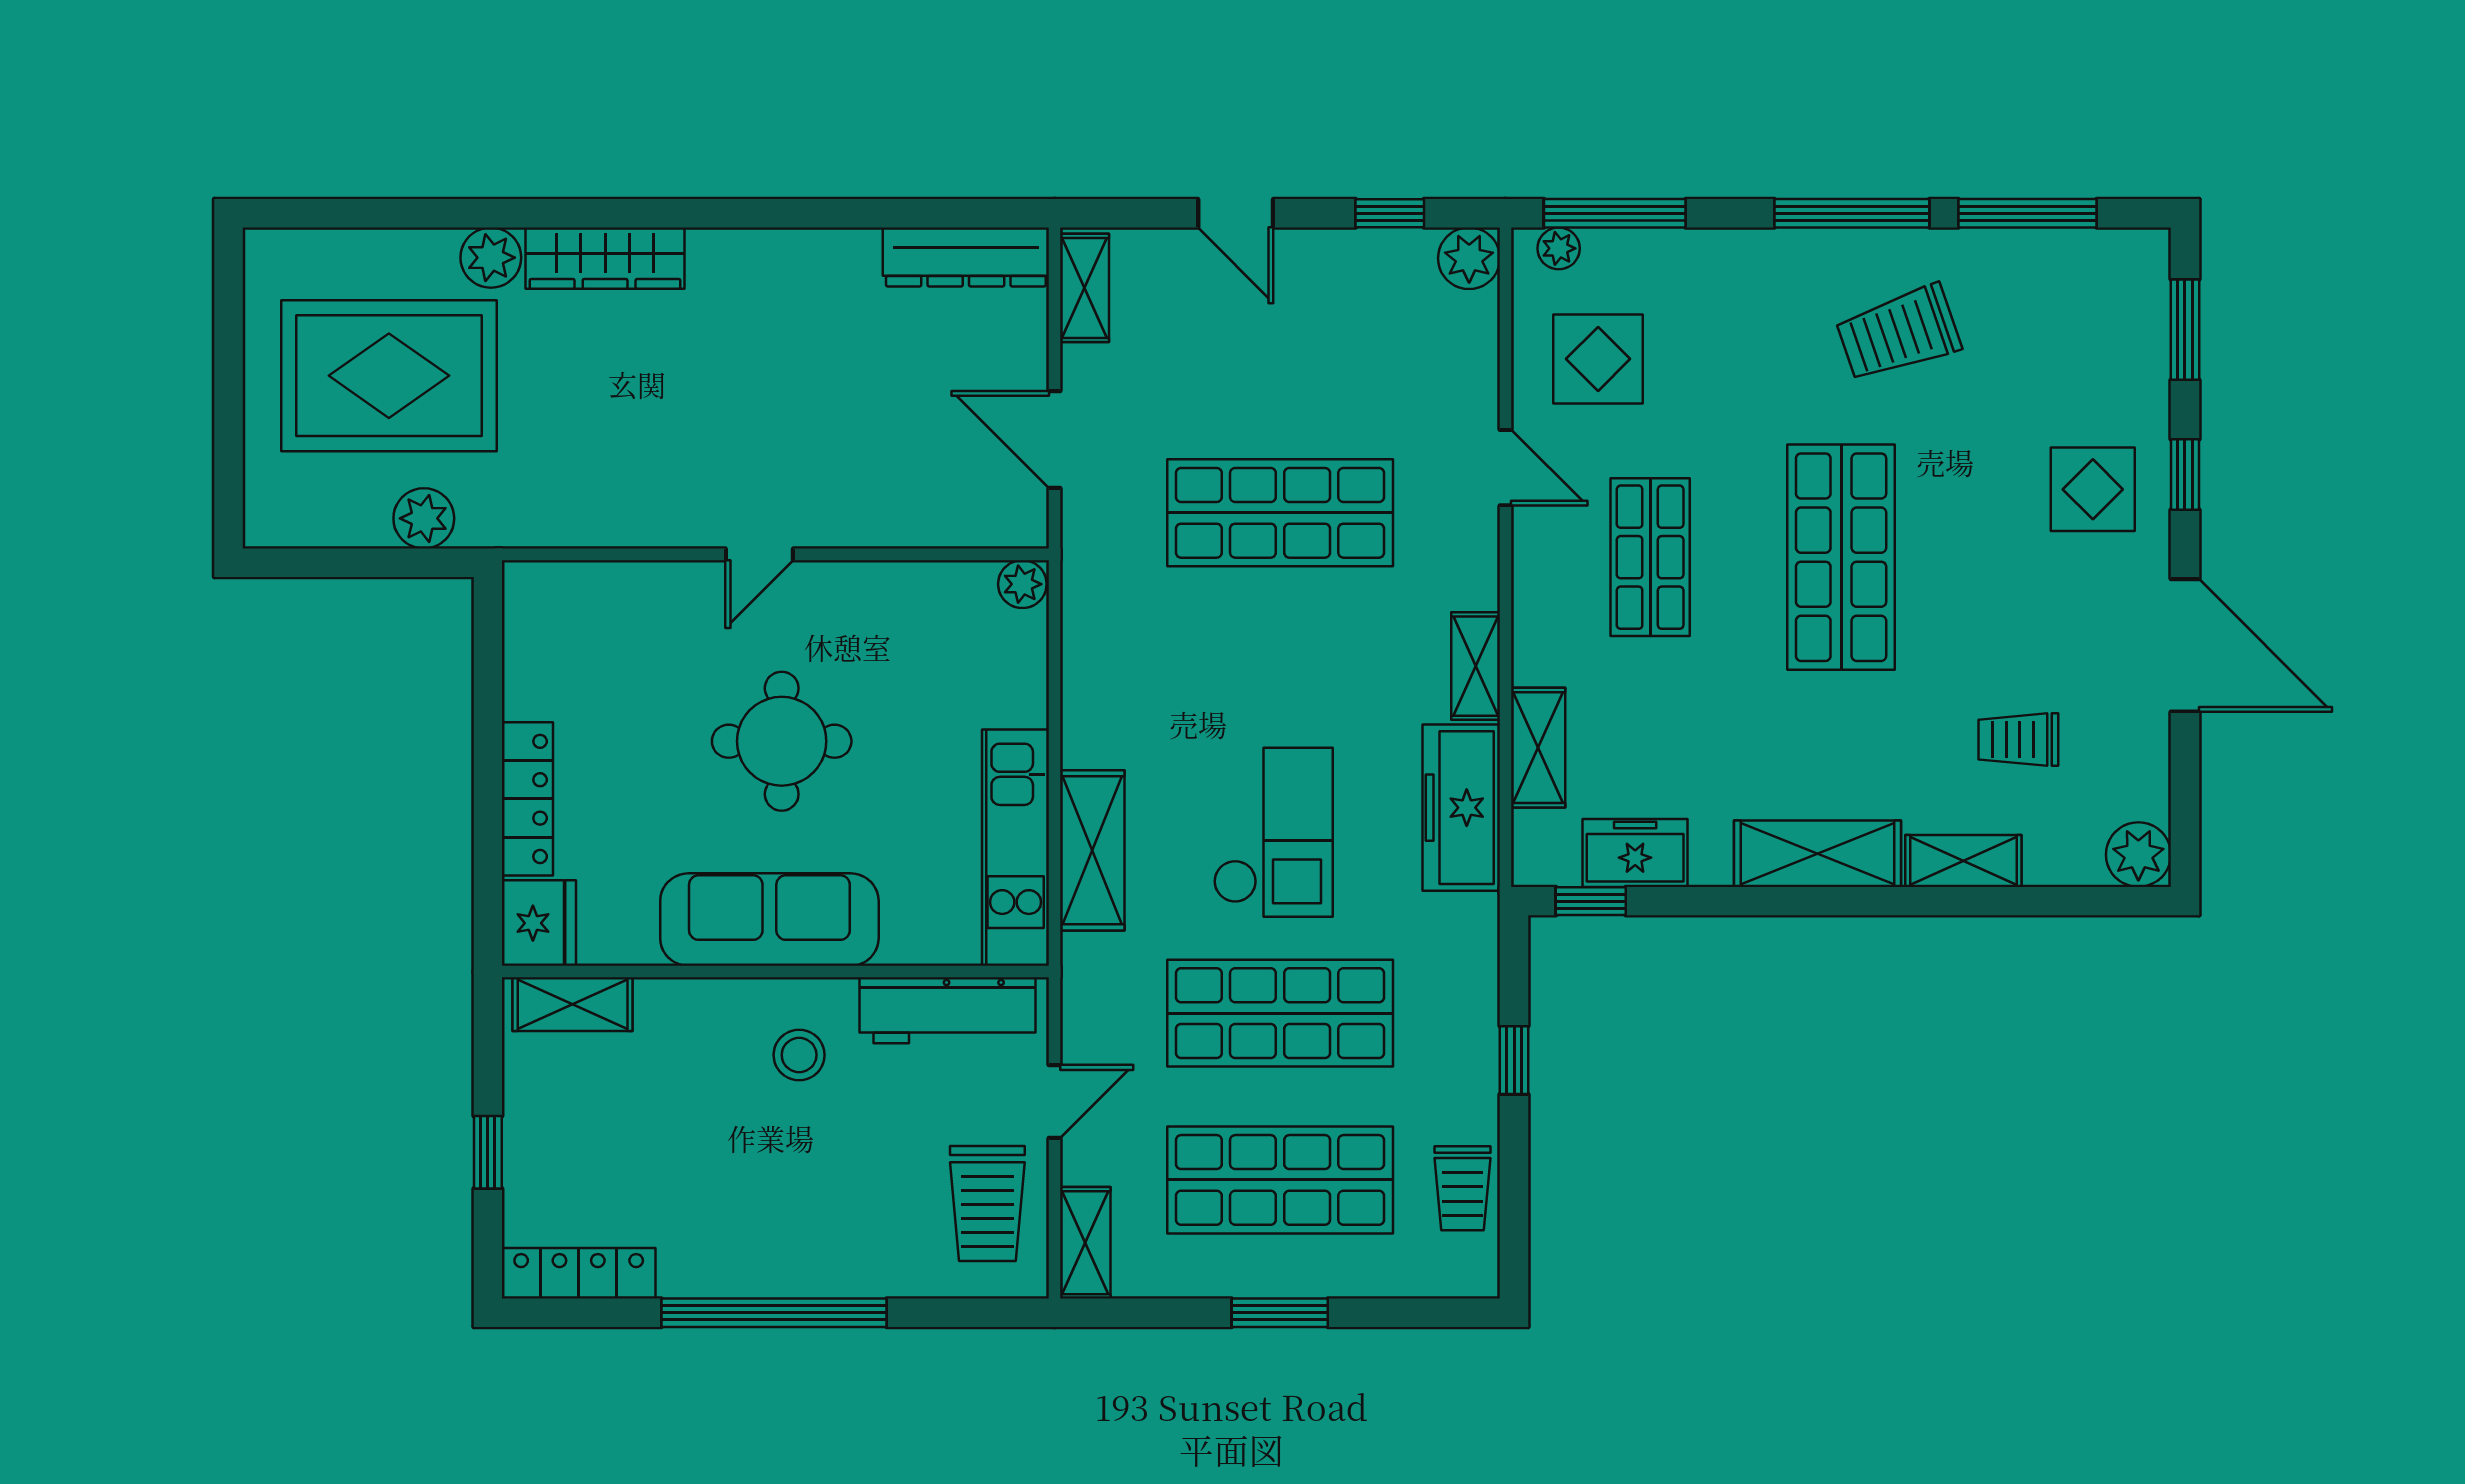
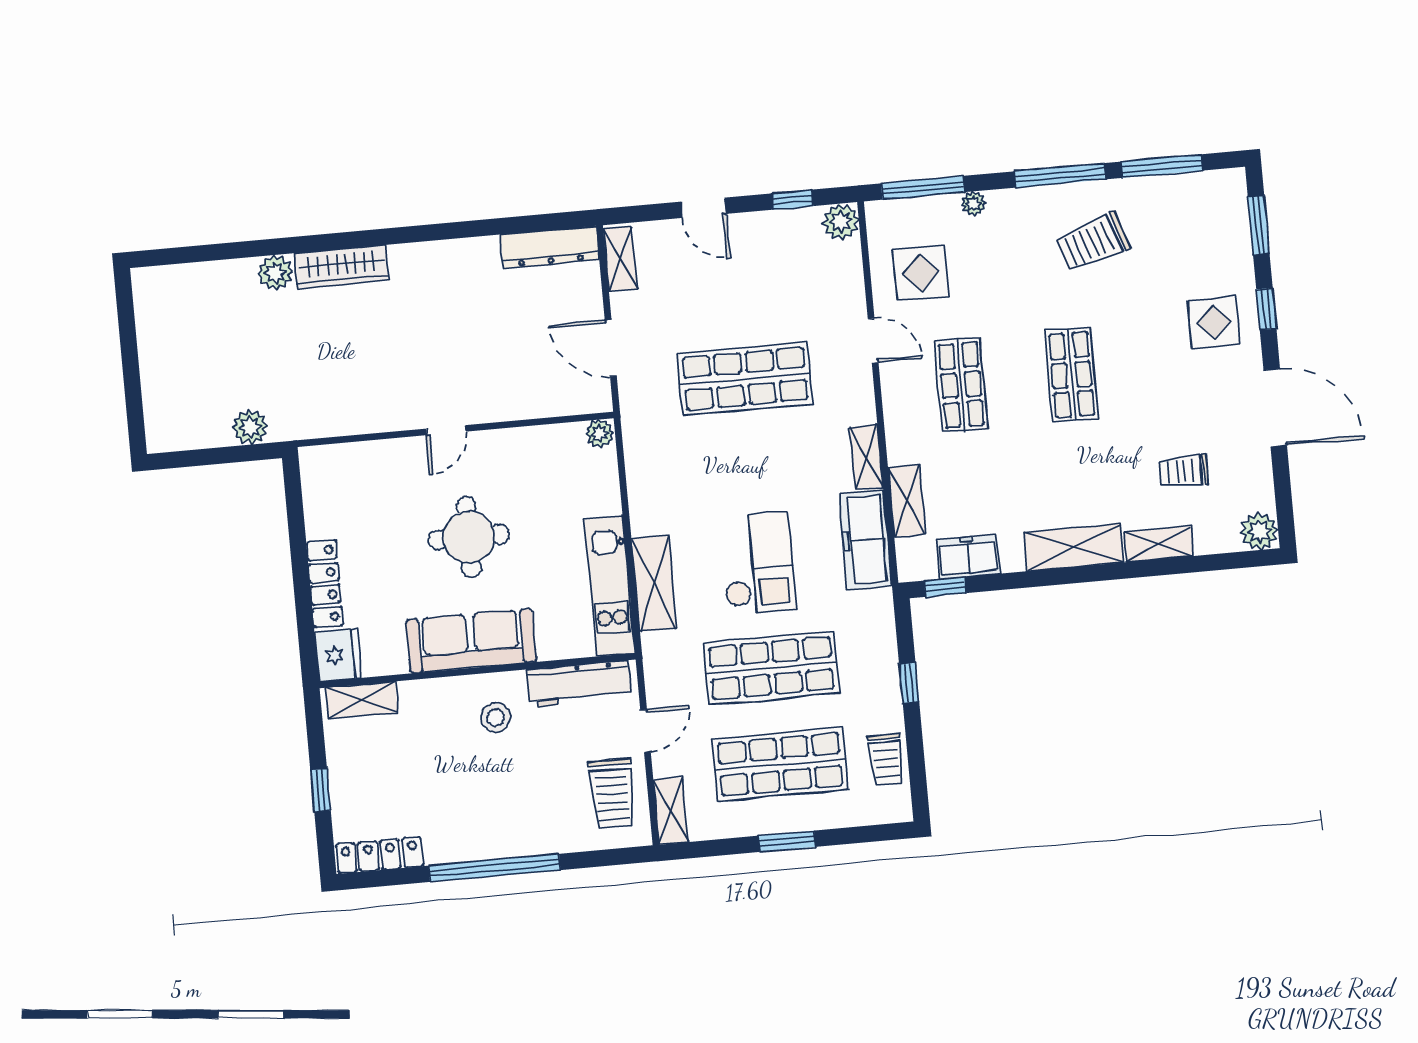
plant: (1559, 248) -> (974, 204), moved
rug: (389, 376) -> (223, 346), removed
shop shelf: (1841, 557) -> (1072, 375), width x0.70, depth x0.74

